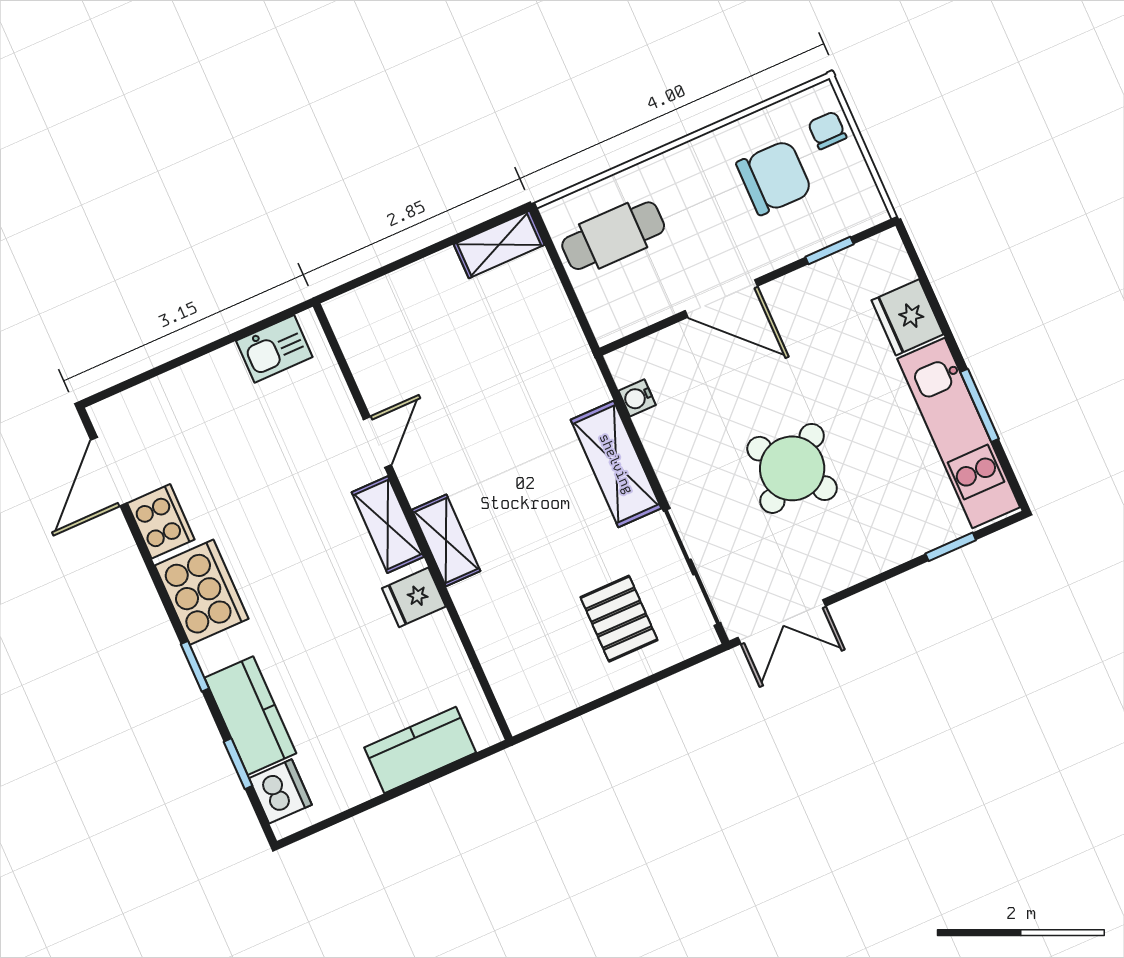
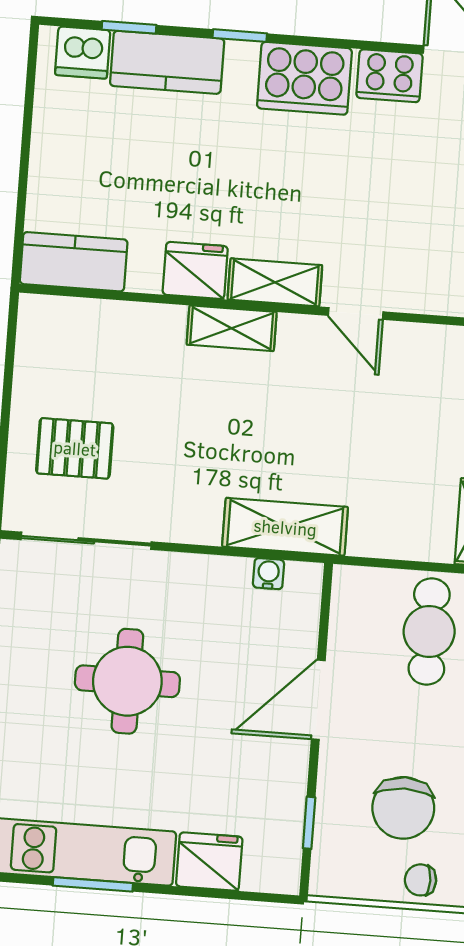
chair: (827, 130) -> (421, 880), turned 180
shelving: (616, 464) -> (285, 527), moved
round table: (792, 468) -> (127, 681), turned 35
fridge: (414, 597) -> (195, 270), width x1.38
kitchen counter: (420, 750) -> (74, 262), moved, turned -90

